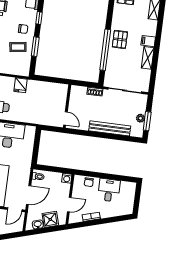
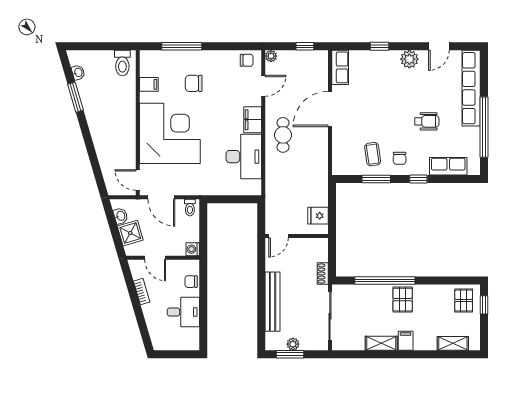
pallet: (120, 39) -> (403, 300), turned 90
fridge: (21, 85) -> (318, 216), moved

